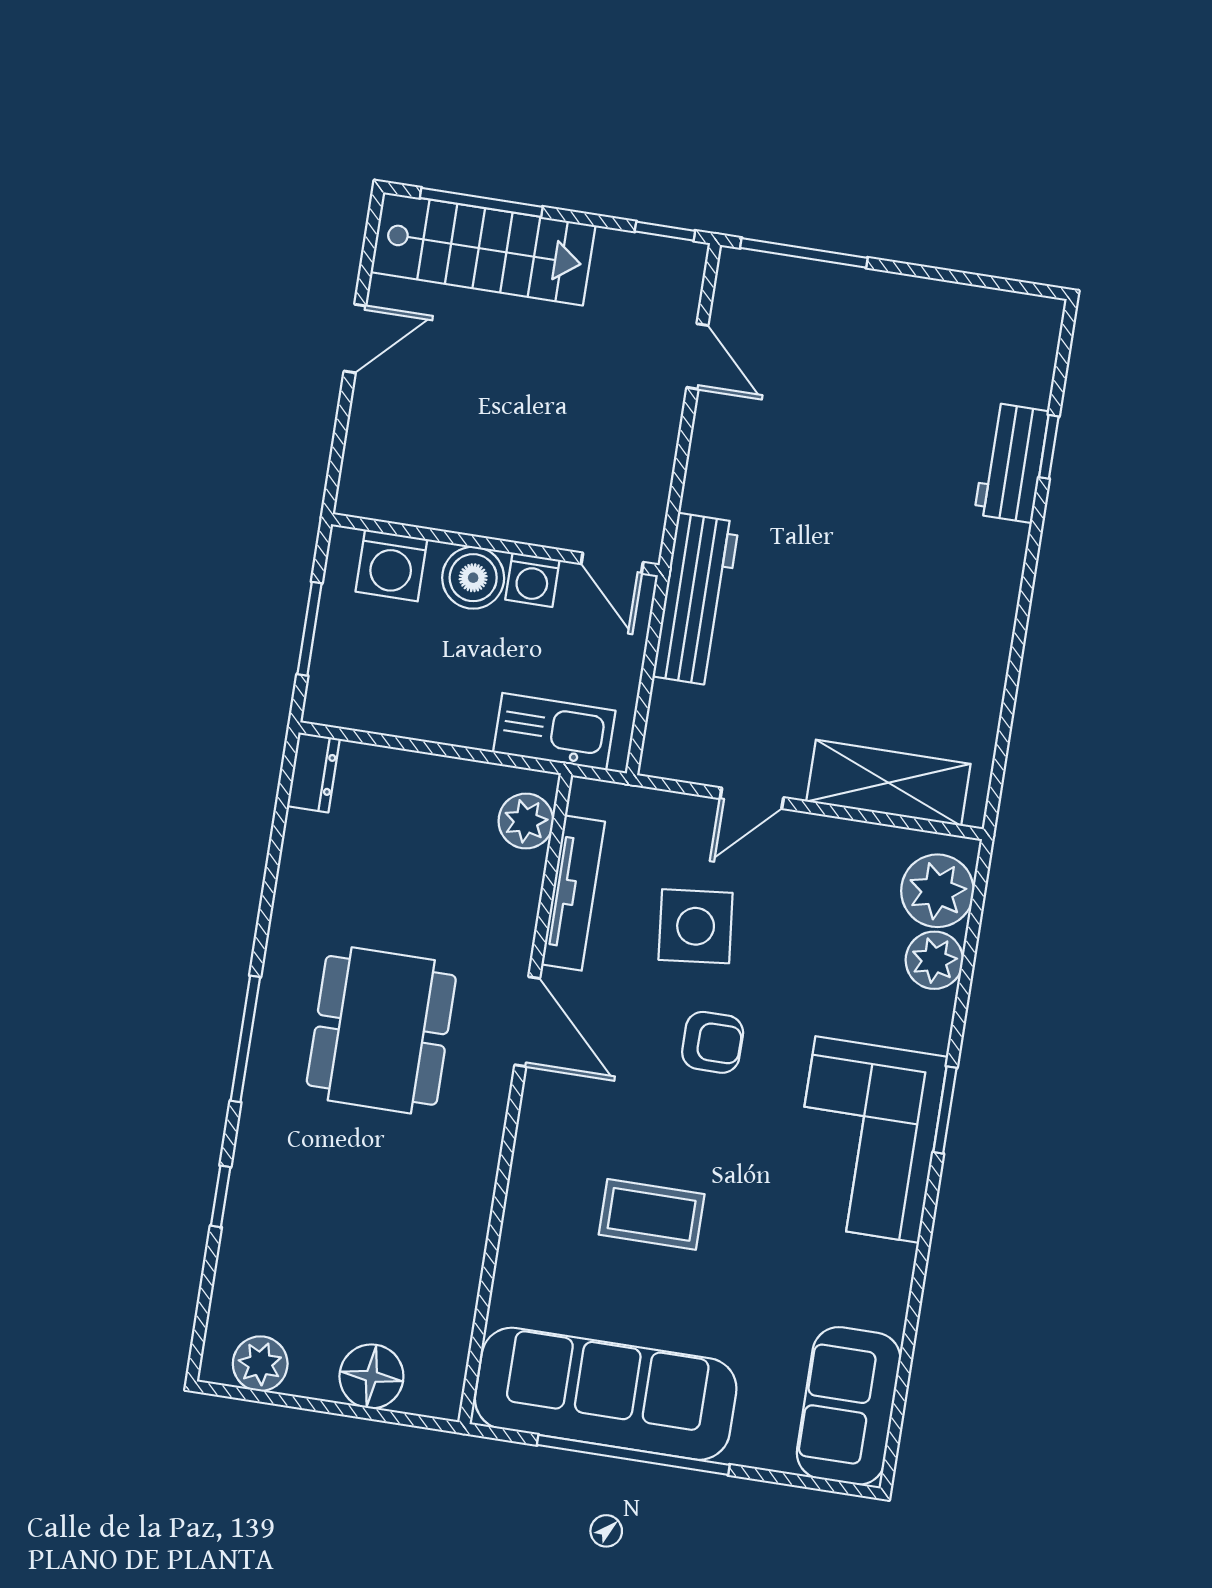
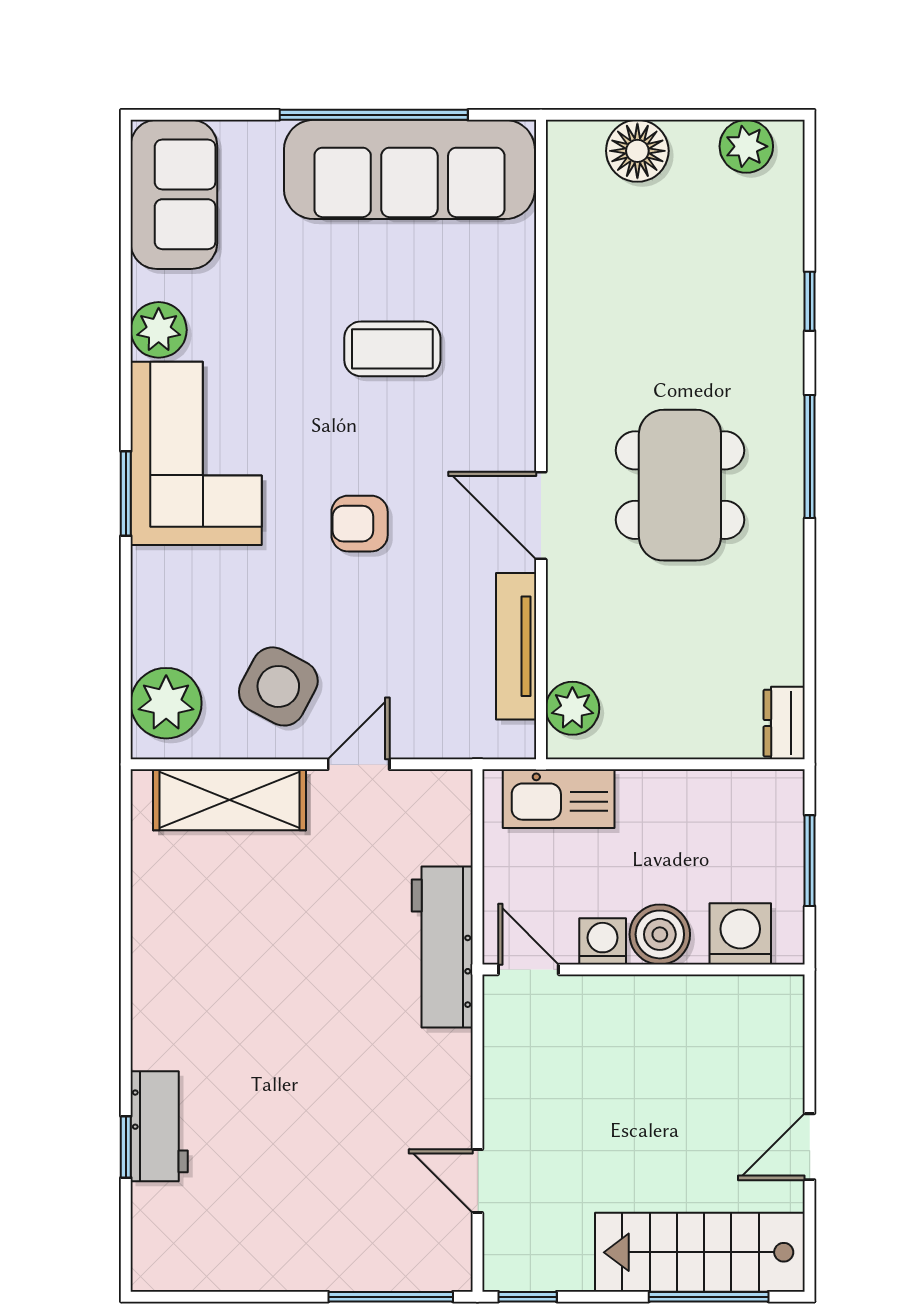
side table: (696, 926) -> (278, 686), moved, turned 34
plant: (934, 960) -> (159, 330), moved

